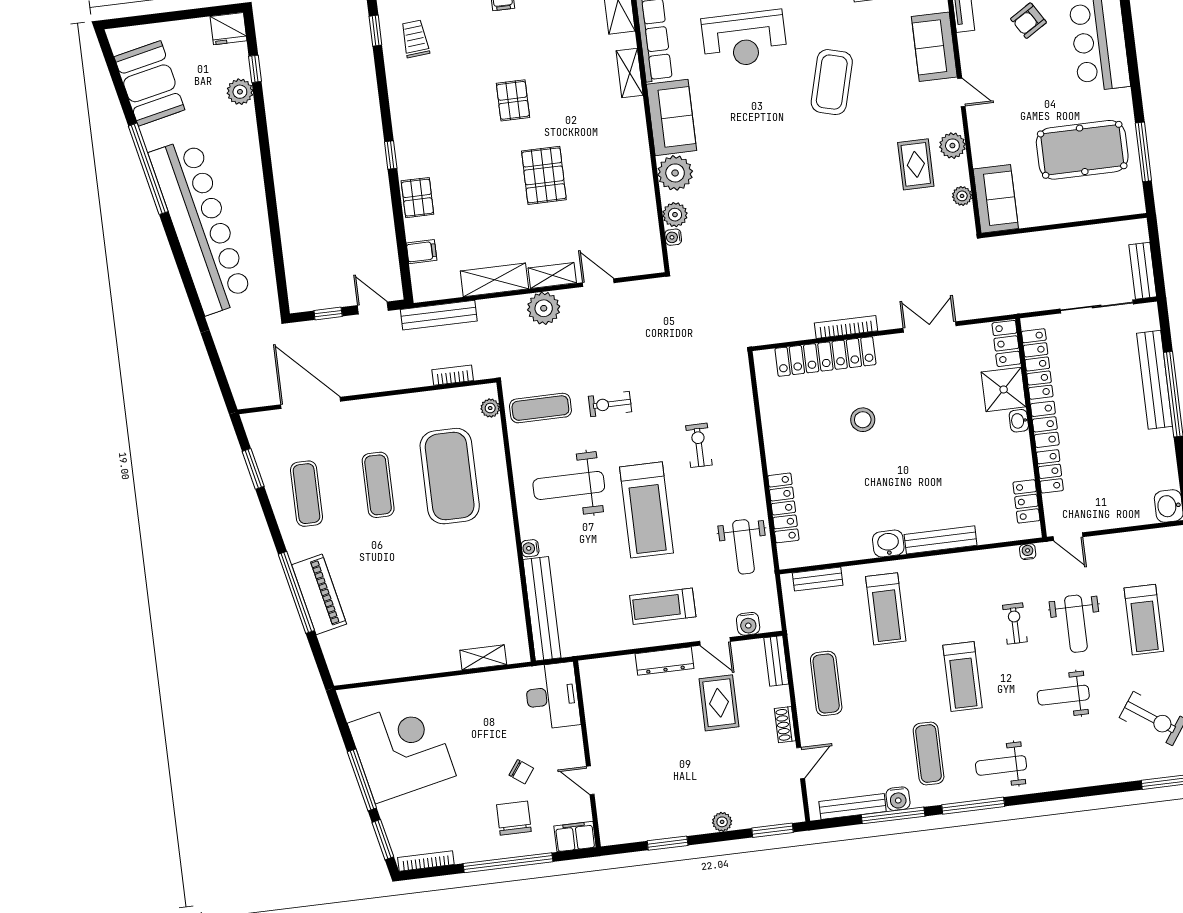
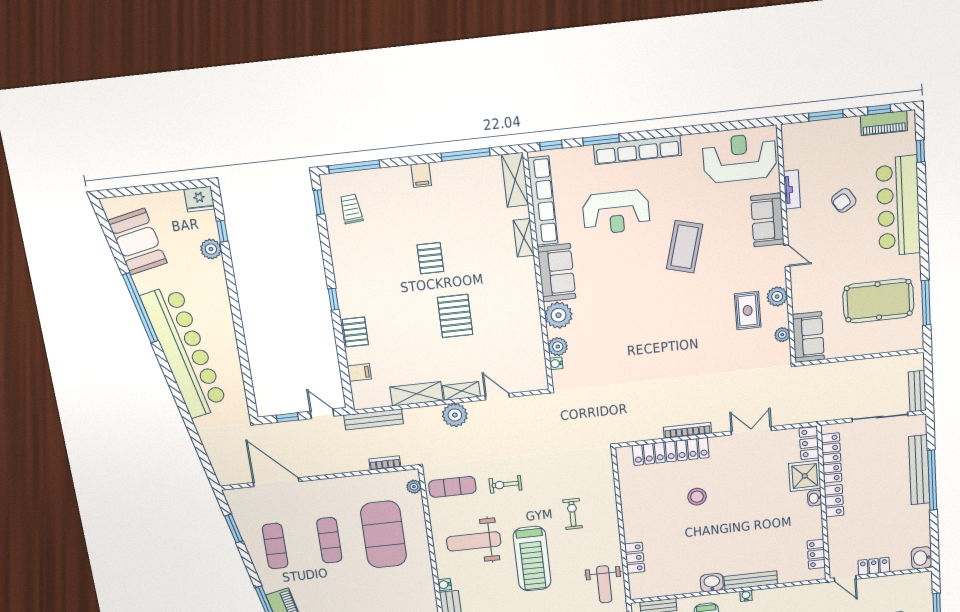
locker: (1050, 471) -> (874, 566), moved, turned -90
locker: (783, 508) -> (635, 558), width x0.66
water cooler: (1028, 552) -> (746, 596), moved

